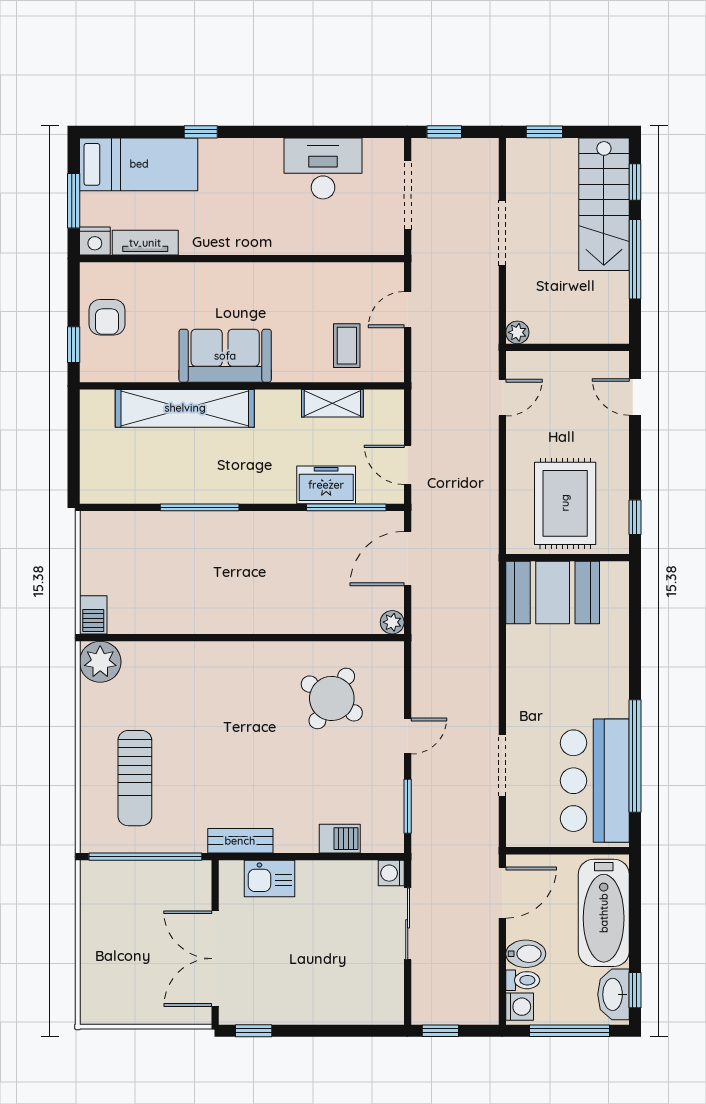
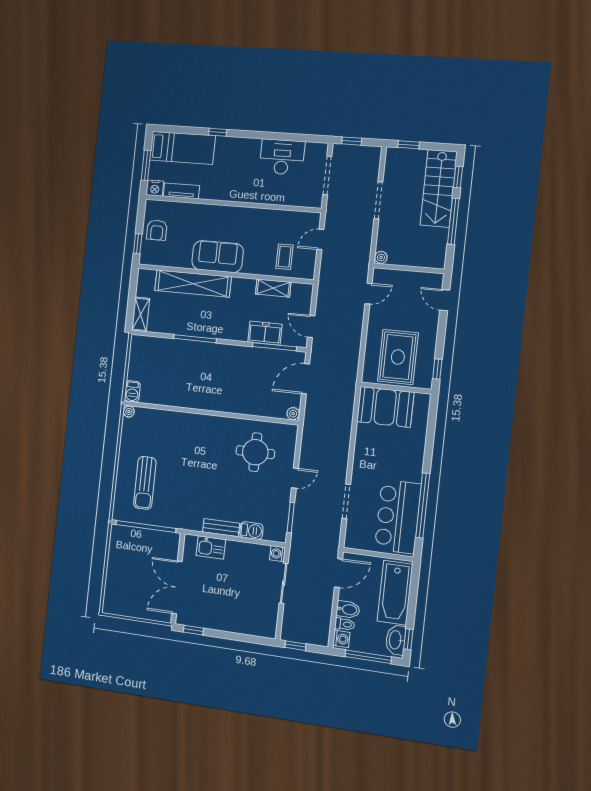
shelving: (93, 473) -> (141, 314), added
plant: (100, 662) -> (129, 412), width x0.53, depth x0.53
round table: (332, 698) -> (255, 452), turned -33
bench: (240, 841) -> (221, 528), moved

